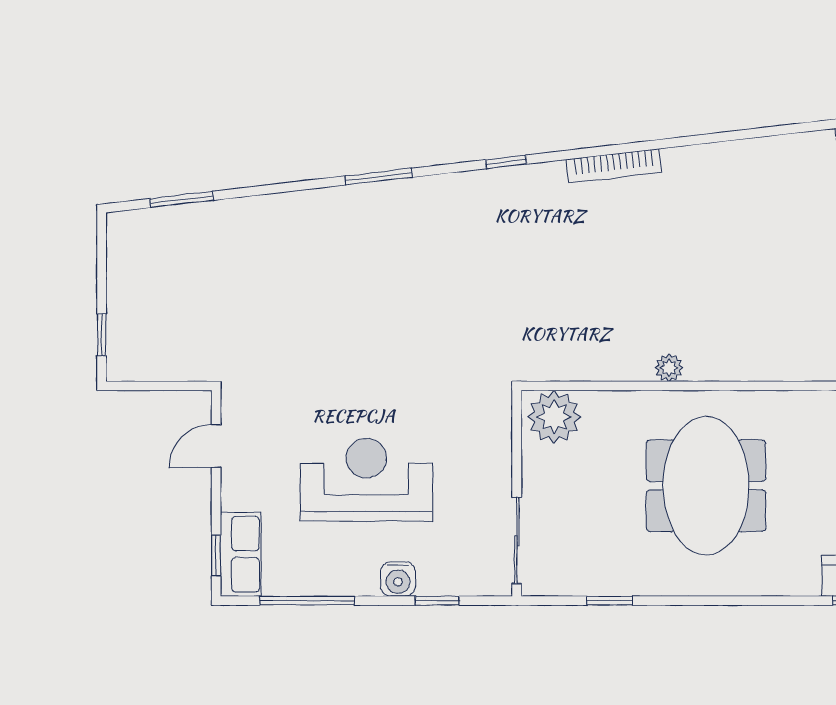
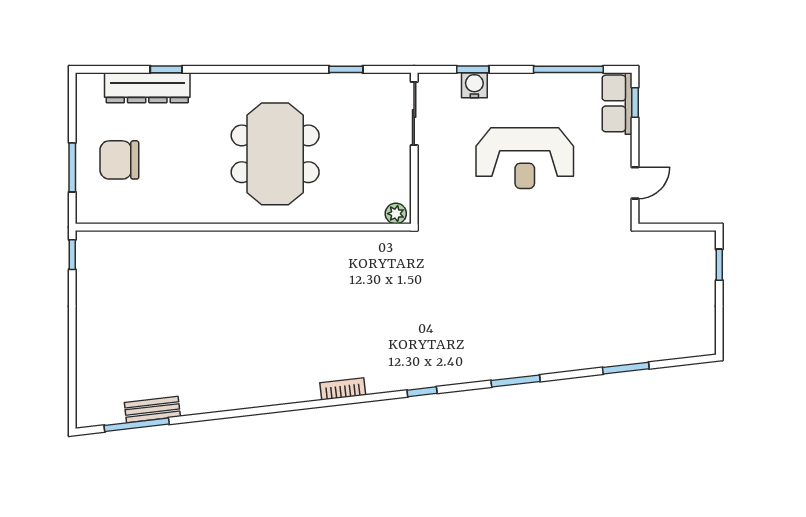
bookcase: (614, 166) -> (343, 389), width x0.64
window: (181, 199) -> (626, 368), moved
plant: (669, 368) -> (302, 241), removed
plant: (554, 417) -> (396, 214), width x0.53, depth x0.53
water cooler: (398, 579) -> (474, 85), moved

